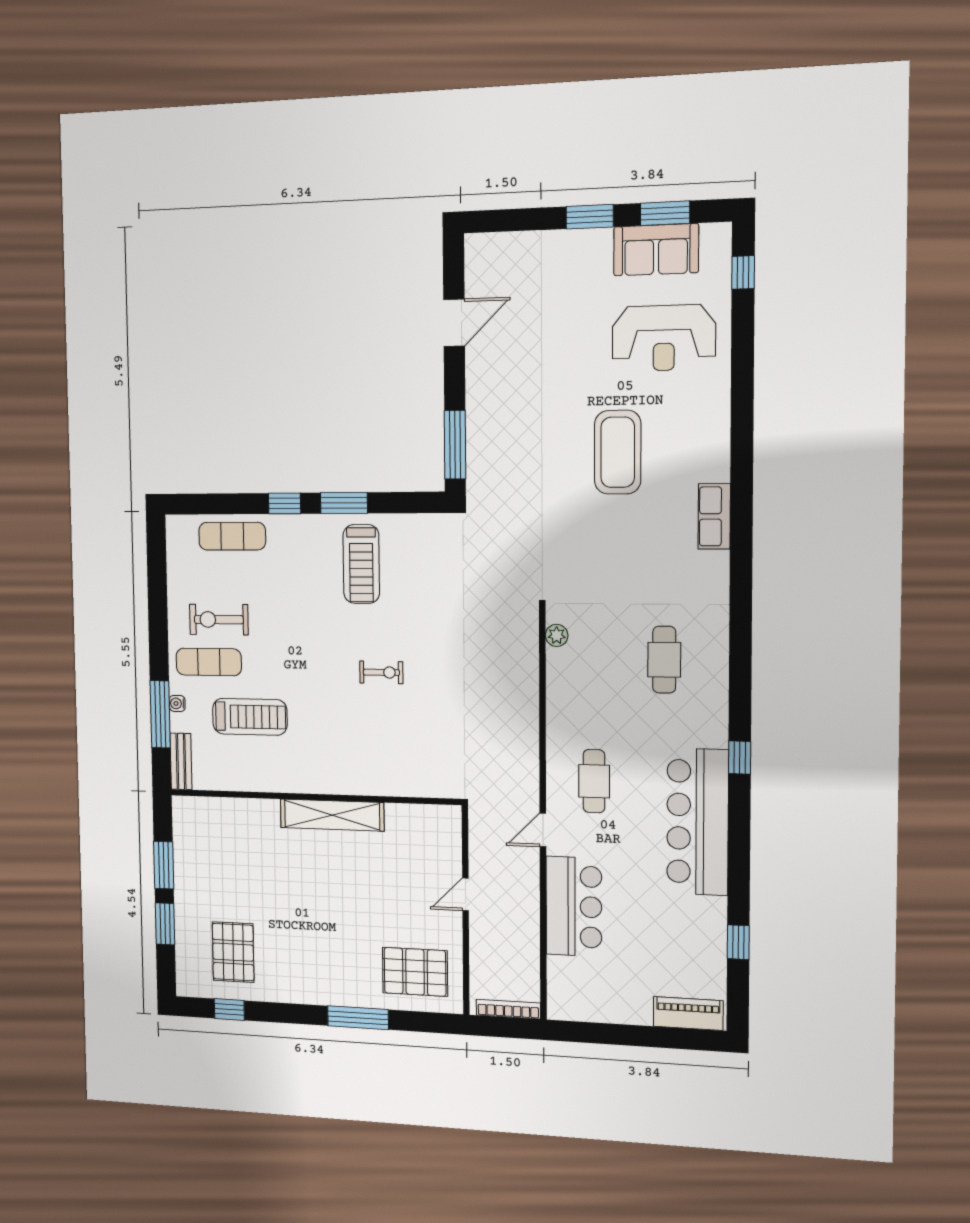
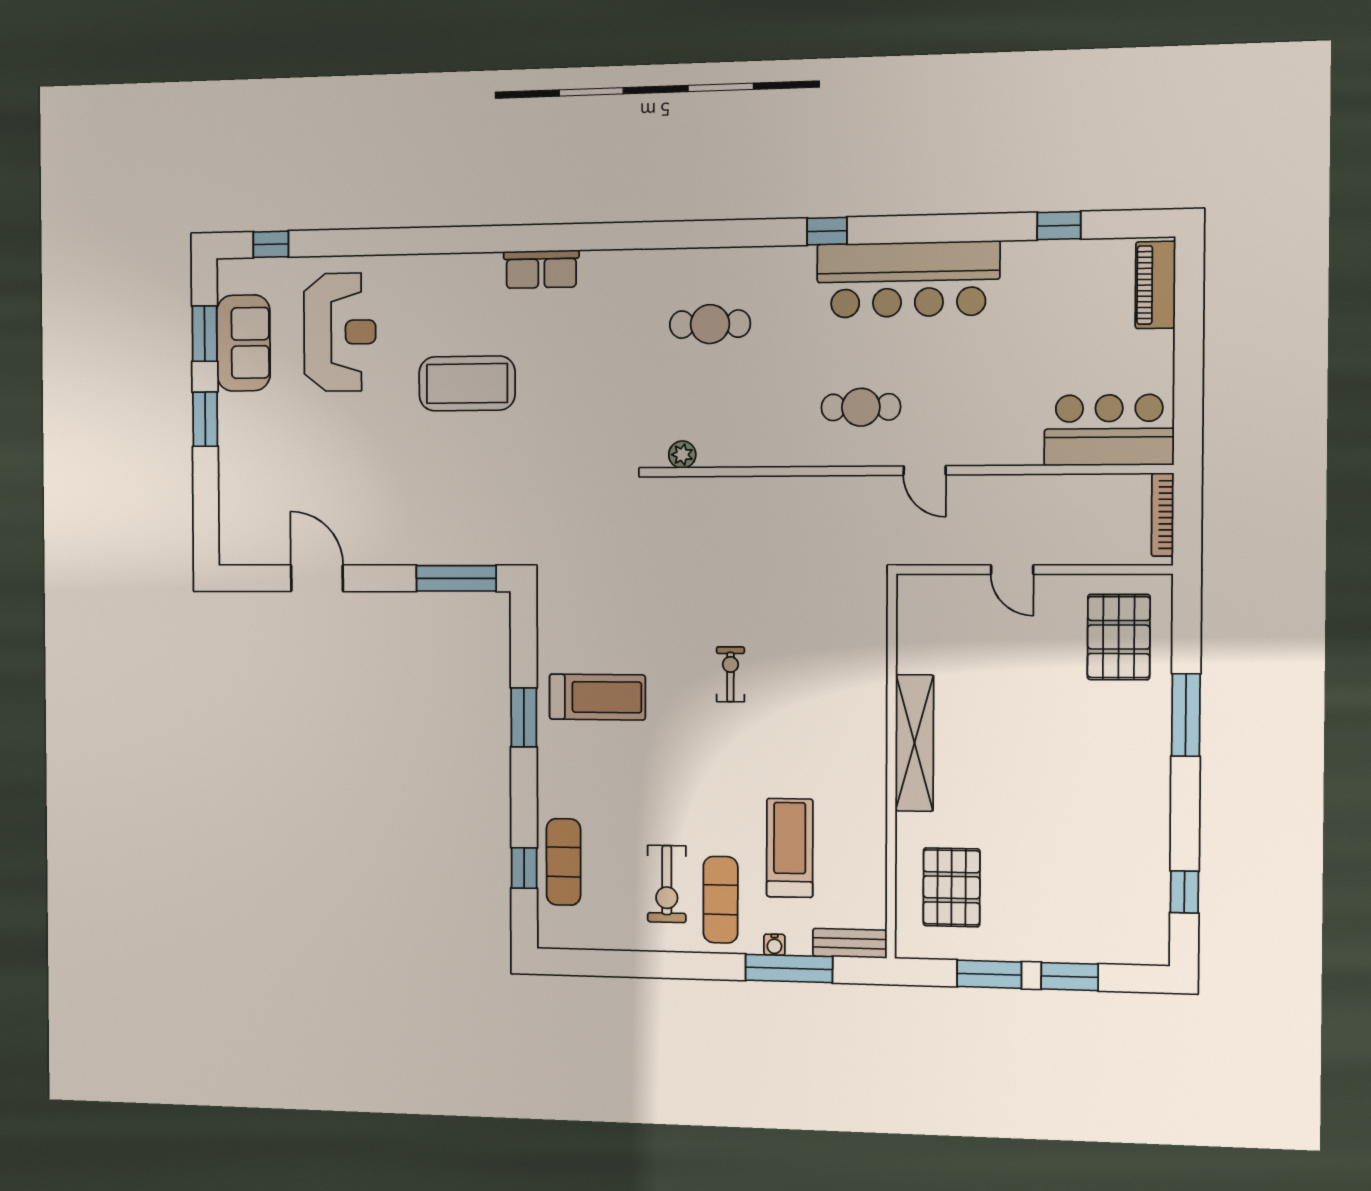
window: (285, 503) -> (524, 868), moved
bar counter: (574, 906) -> (1109, 430), moved
pallet: (233, 952) -> (952, 887), moved, turned 90

